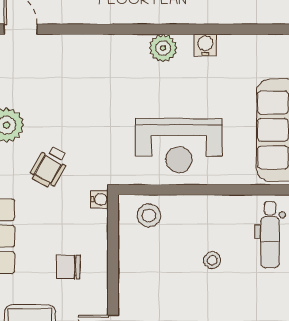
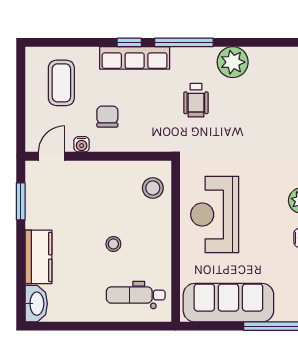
wheelchair: (49, 167) -> (196, 100), turned -120
water cooler: (99, 199) -> (82, 144), moved

